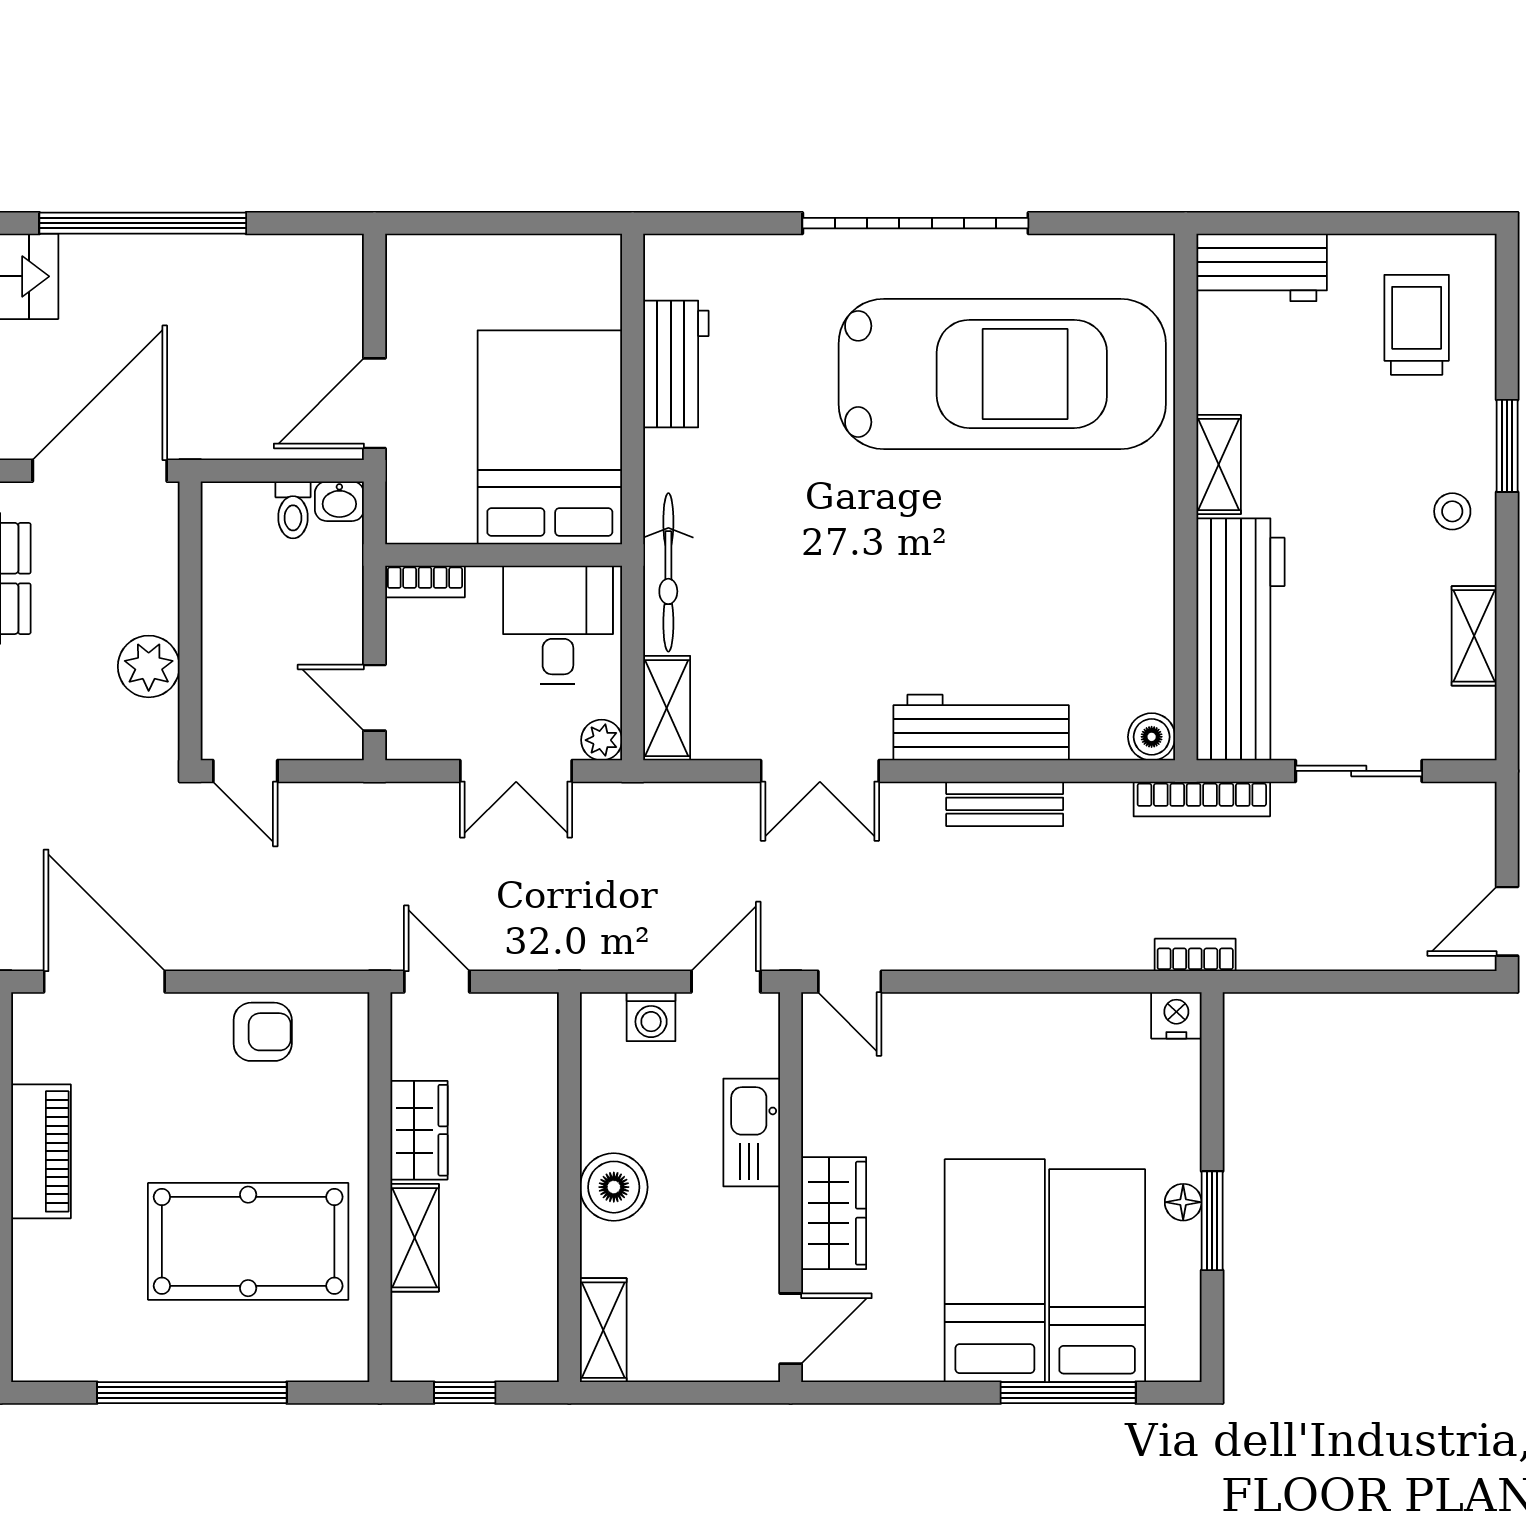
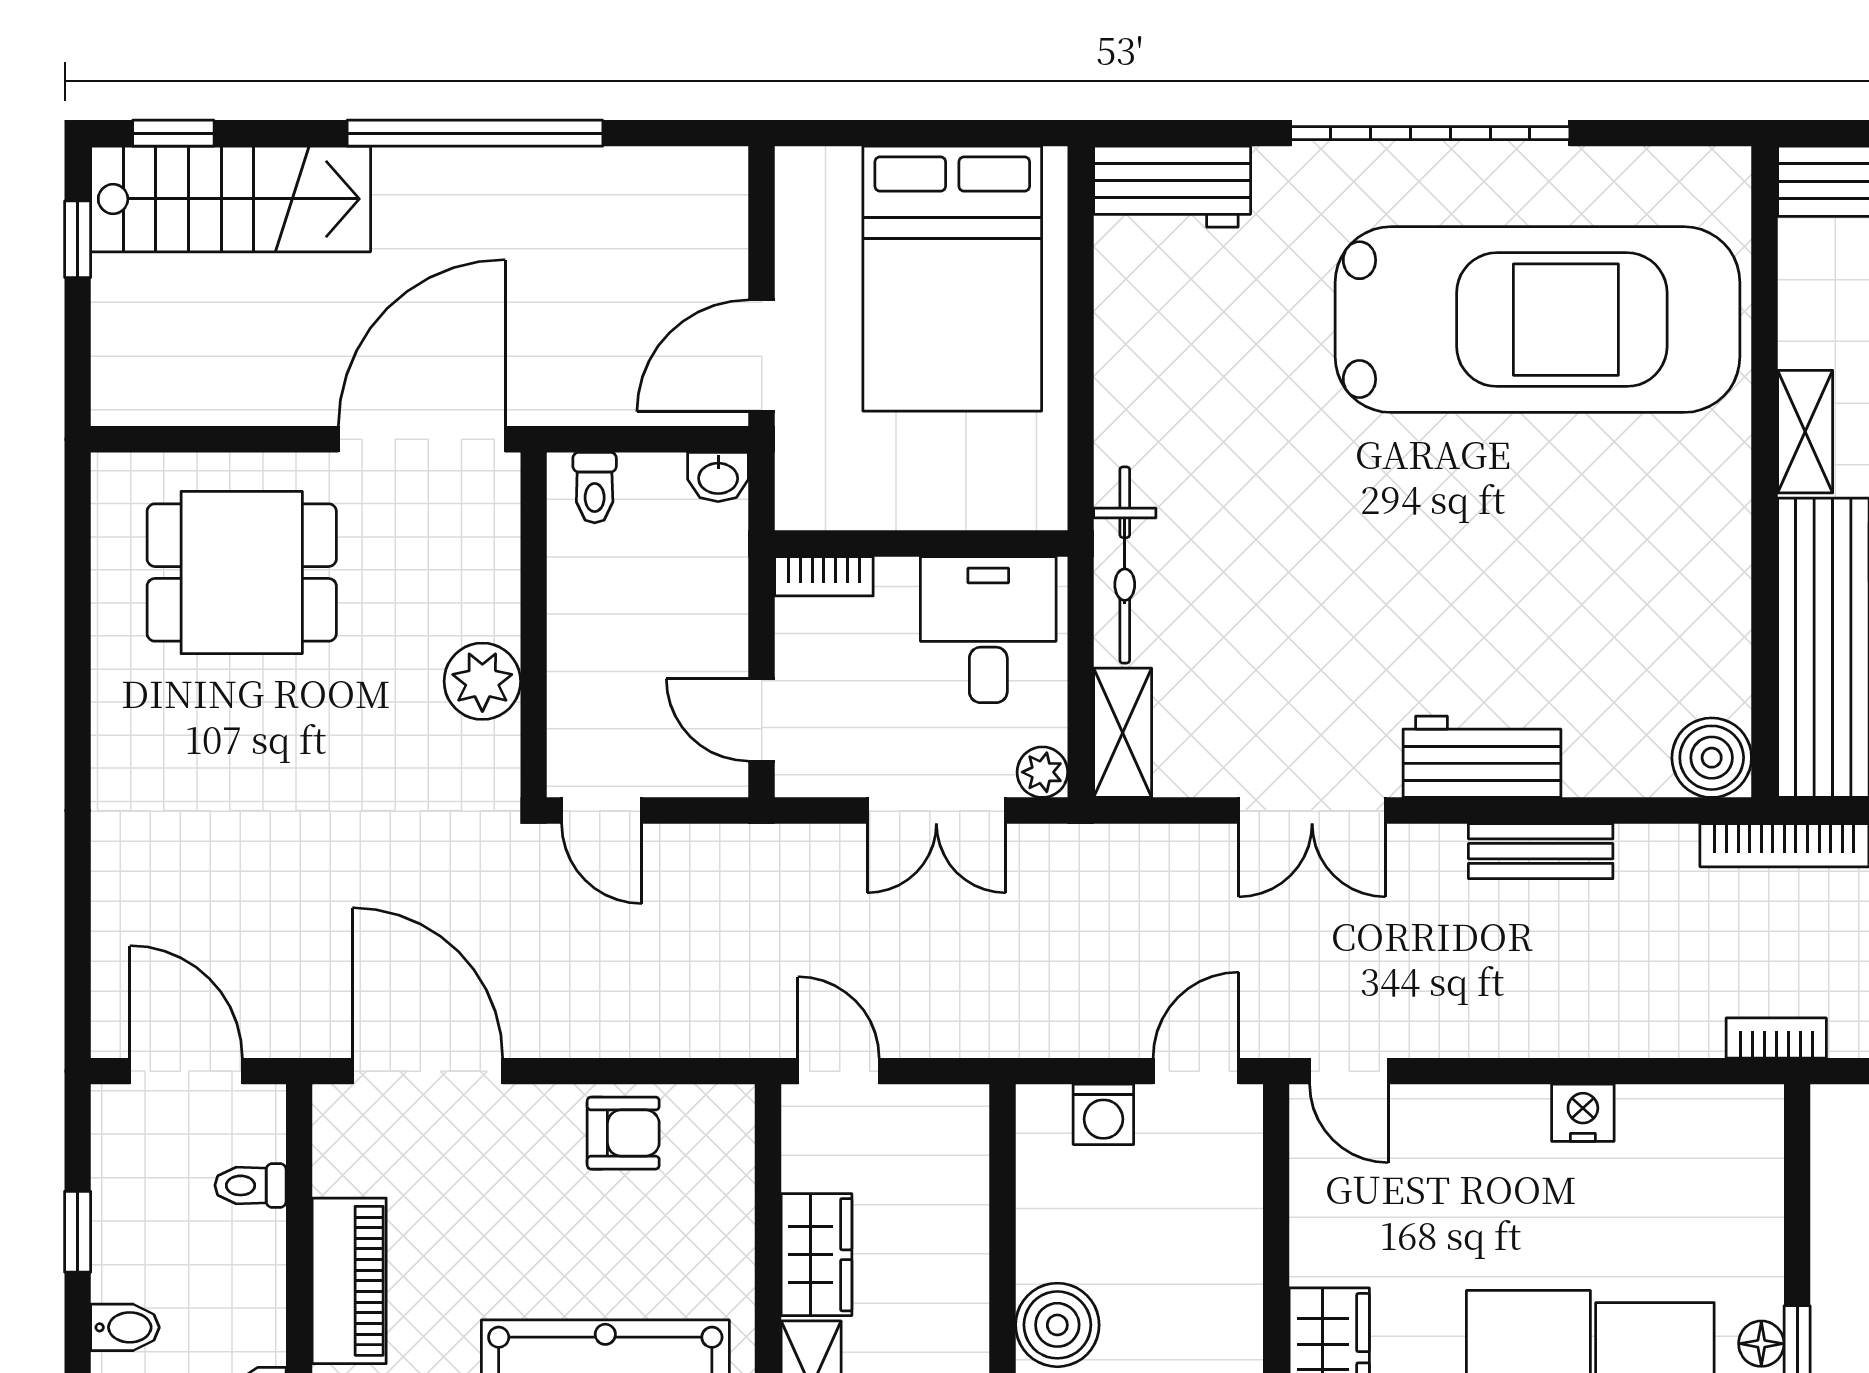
workbench: (676, 364) -> (1172, 187), moved, turned 90
bed: (550, 437) -> (952, 279), moved, turned 180
toilet: (293, 510) -> (595, 488), moved
workbench: (981, 728) -> (1482, 757), width x0.73
boiler: (1152, 737) -> (1712, 758), width x1.36, depth x1.36
nightstand: (1176, 1015) -> (1583, 1113), moved
kitchen sink: (752, 1133) -> (1228, 1257), removed

